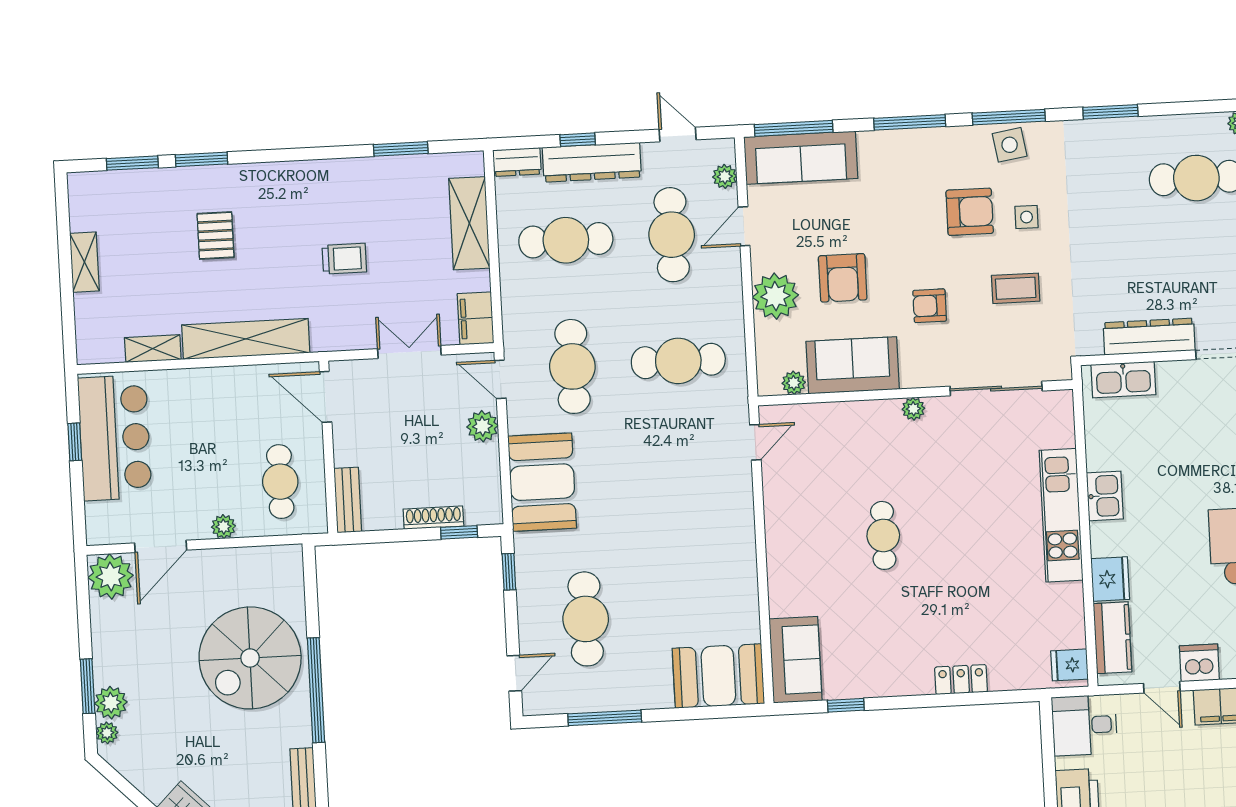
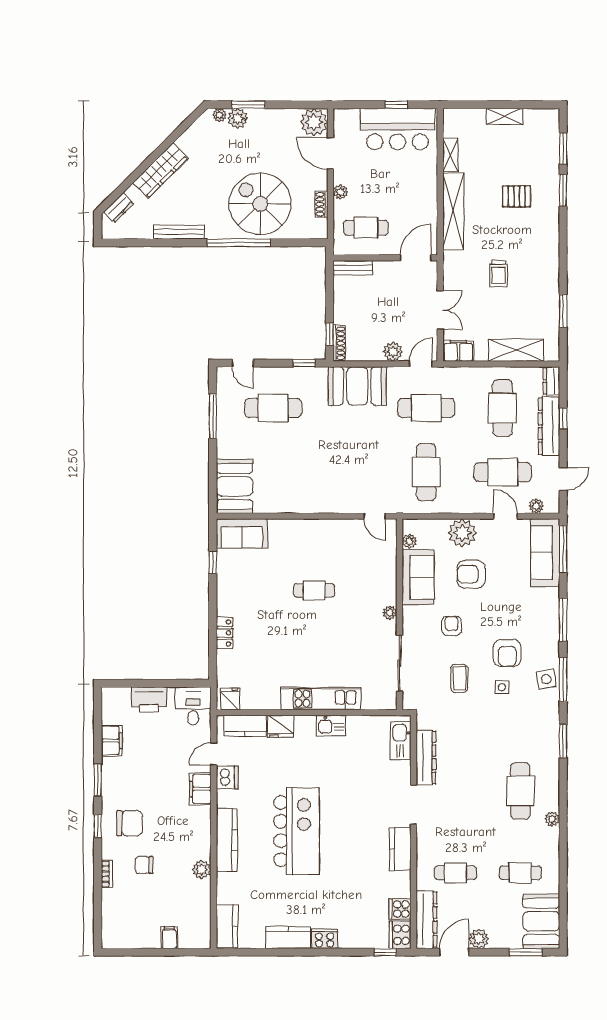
shoe rack: (433, 518) -> (339, 343), moved
shoe rack: (245, 557) -> (321, 204), added

